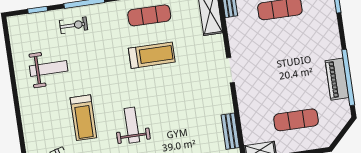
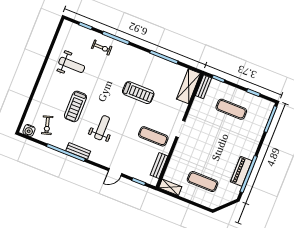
exercise mat: (149, 15) -> (153, 136), moved

